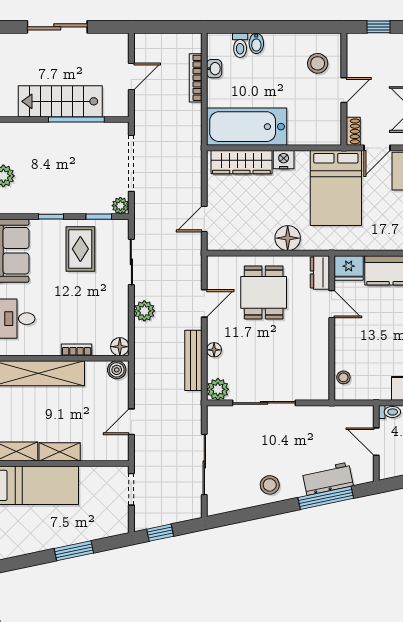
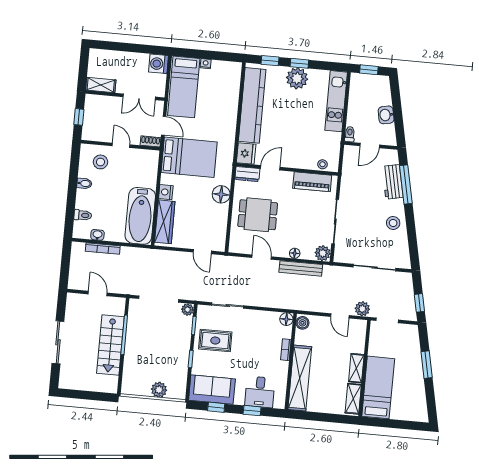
bidet: (256, 43) -> (84, 183), moved
plant: (144, 311) -> (362, 309), moved
piano: (317, 365) -> (312, 182), added

